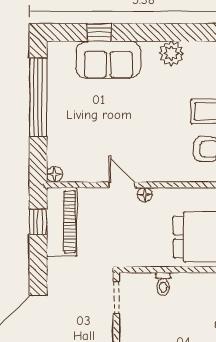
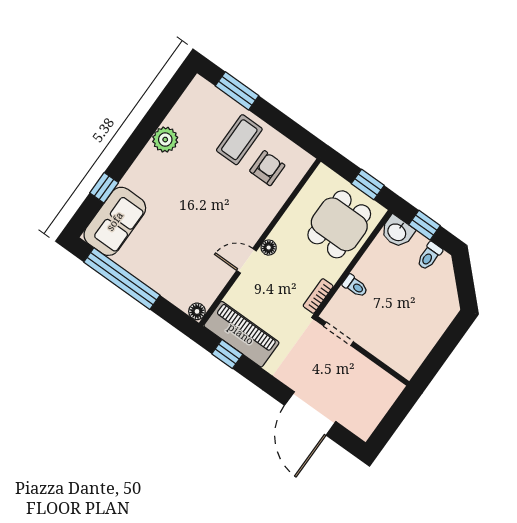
sofa: (108, 60) -> (115, 221), moved
bookcase: (134, 261) -> (318, 296), added

